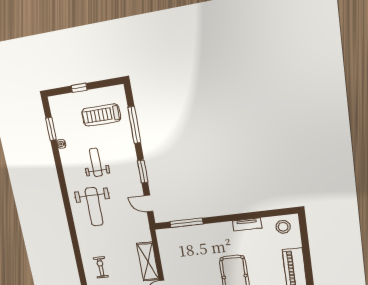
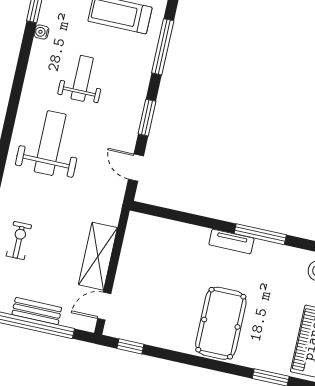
weight bench: (94, 207) -> (50, 143), turned 180
window: (186, 223) -> (260, 234), moved
tv unit: (247, 224) -> (231, 241), moved

